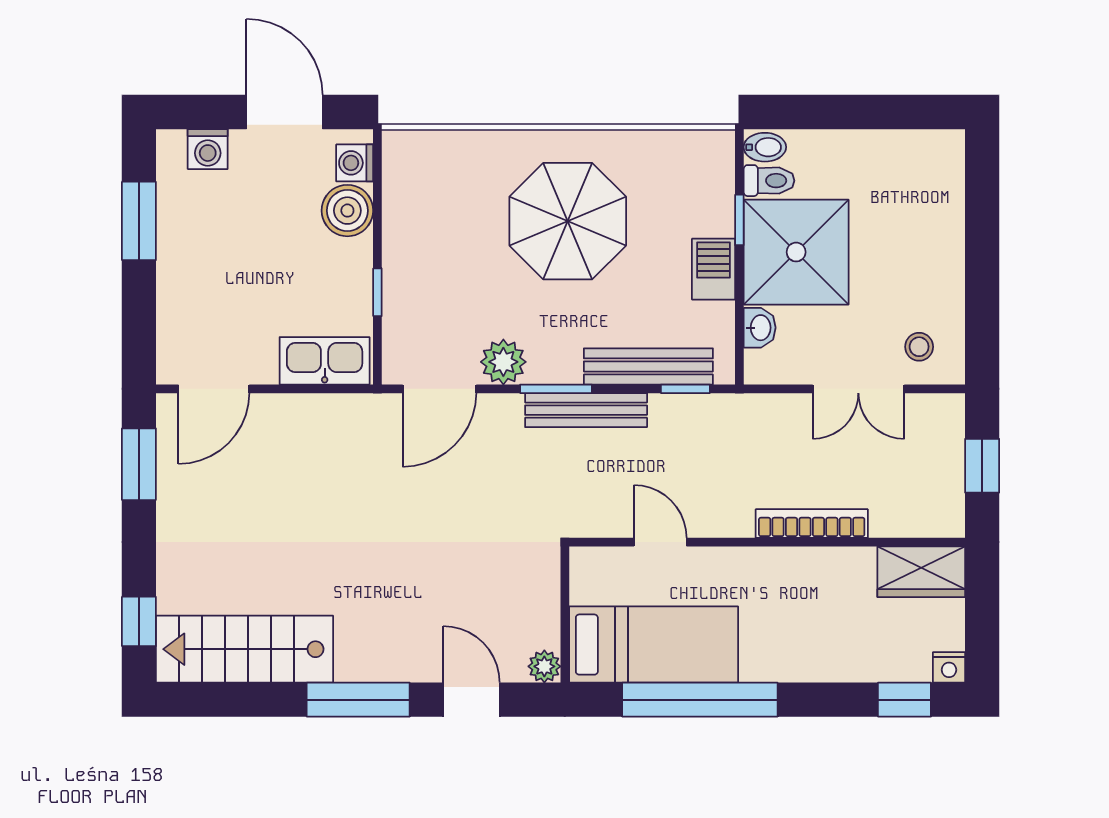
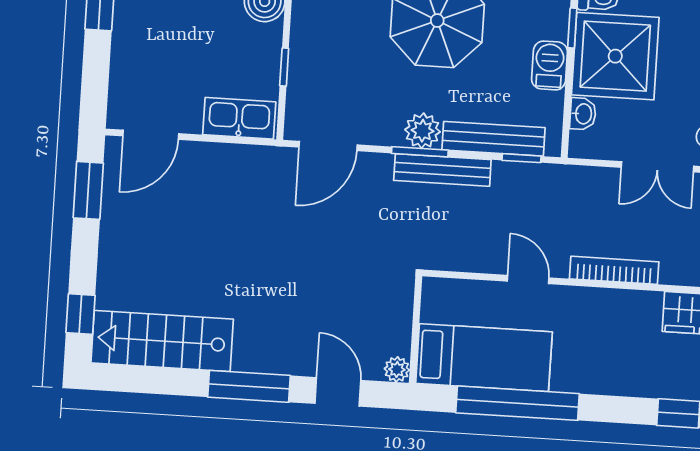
plant: (503, 362) -> (423, 131), moved
door: (660, 542) -> (528, 280), moved

